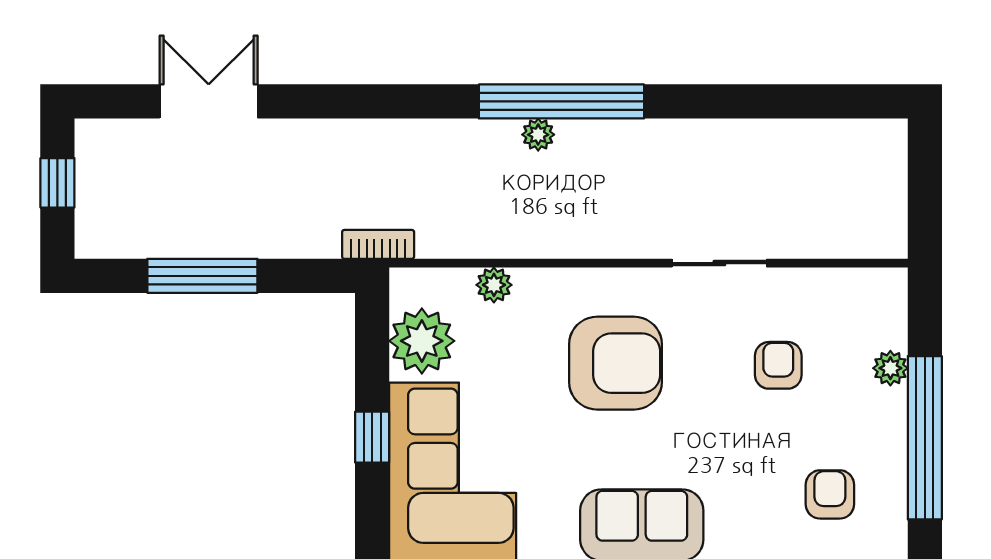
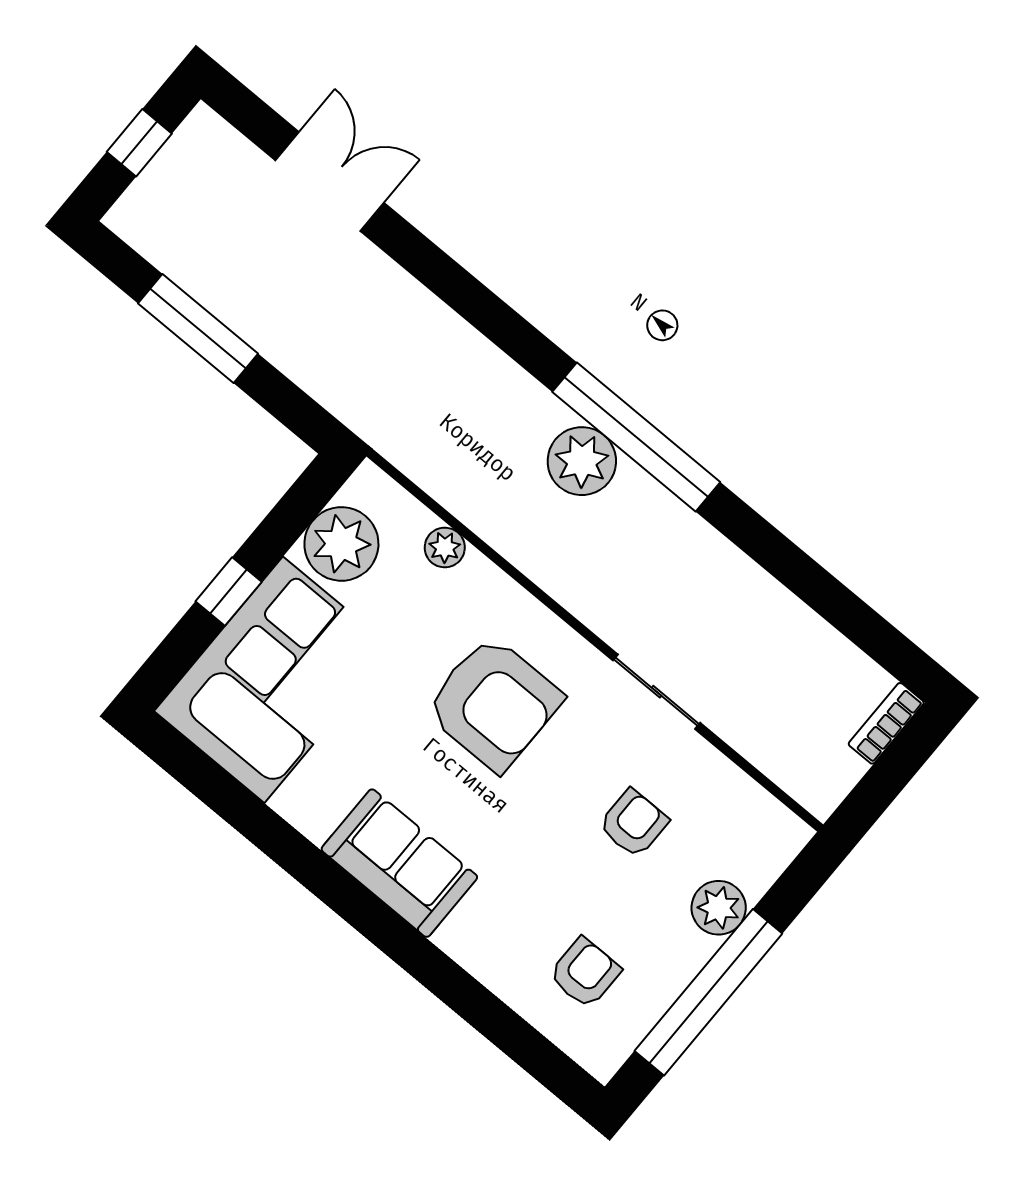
plant: (538, 135) -> (582, 461), width x1.88, depth x1.88
bookcase: (378, 244) -> (886, 723), moved, turned -90
plant: (890, 368) -> (719, 908), width x1.38, depth x1.38

